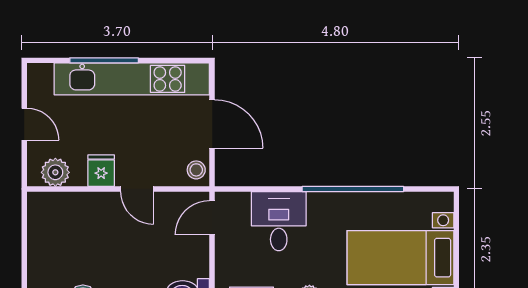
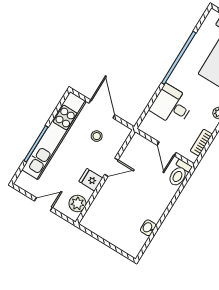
door: (212, 124) -> (102, 109), hinge flipped
stool: (196, 170) -> (97, 136), moved
door: (212, 218) -> (167, 149), moved

